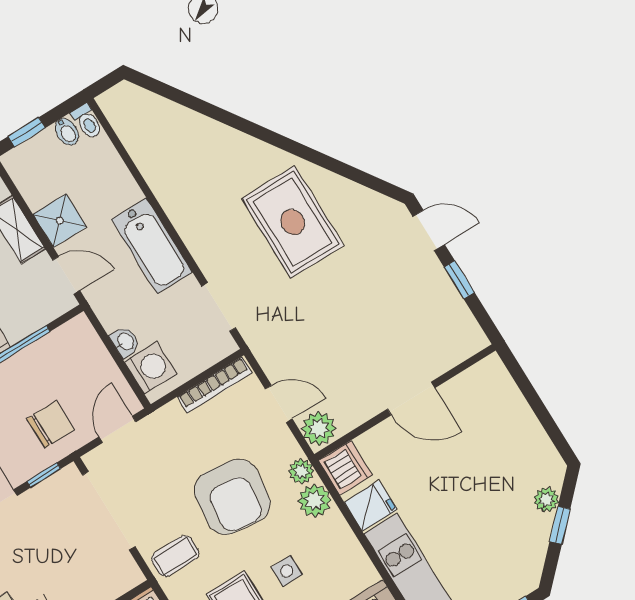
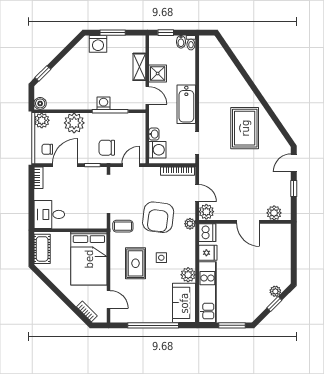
door: (429, 230) -> (294, 163), swing flipped
plant: (450, 350) -> (274, 213), added
chair: (50, 424) -> (107, 148), turned 180
plant: (315, 501) -> (188, 275), moved

